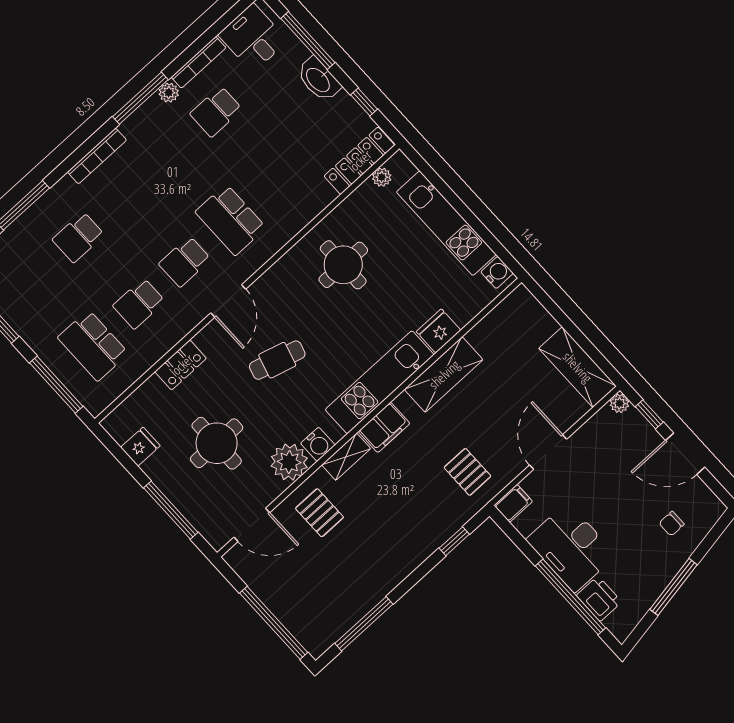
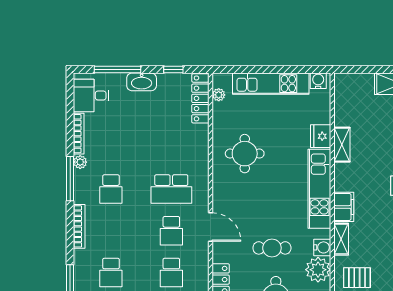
school desk: (216, 112) -> (111, 189), moved
cafe table: (277, 360) -> (272, 248), moved, turned 74
shelving: (444, 374) -> (342, 145), width x0.67, depth x0.75

